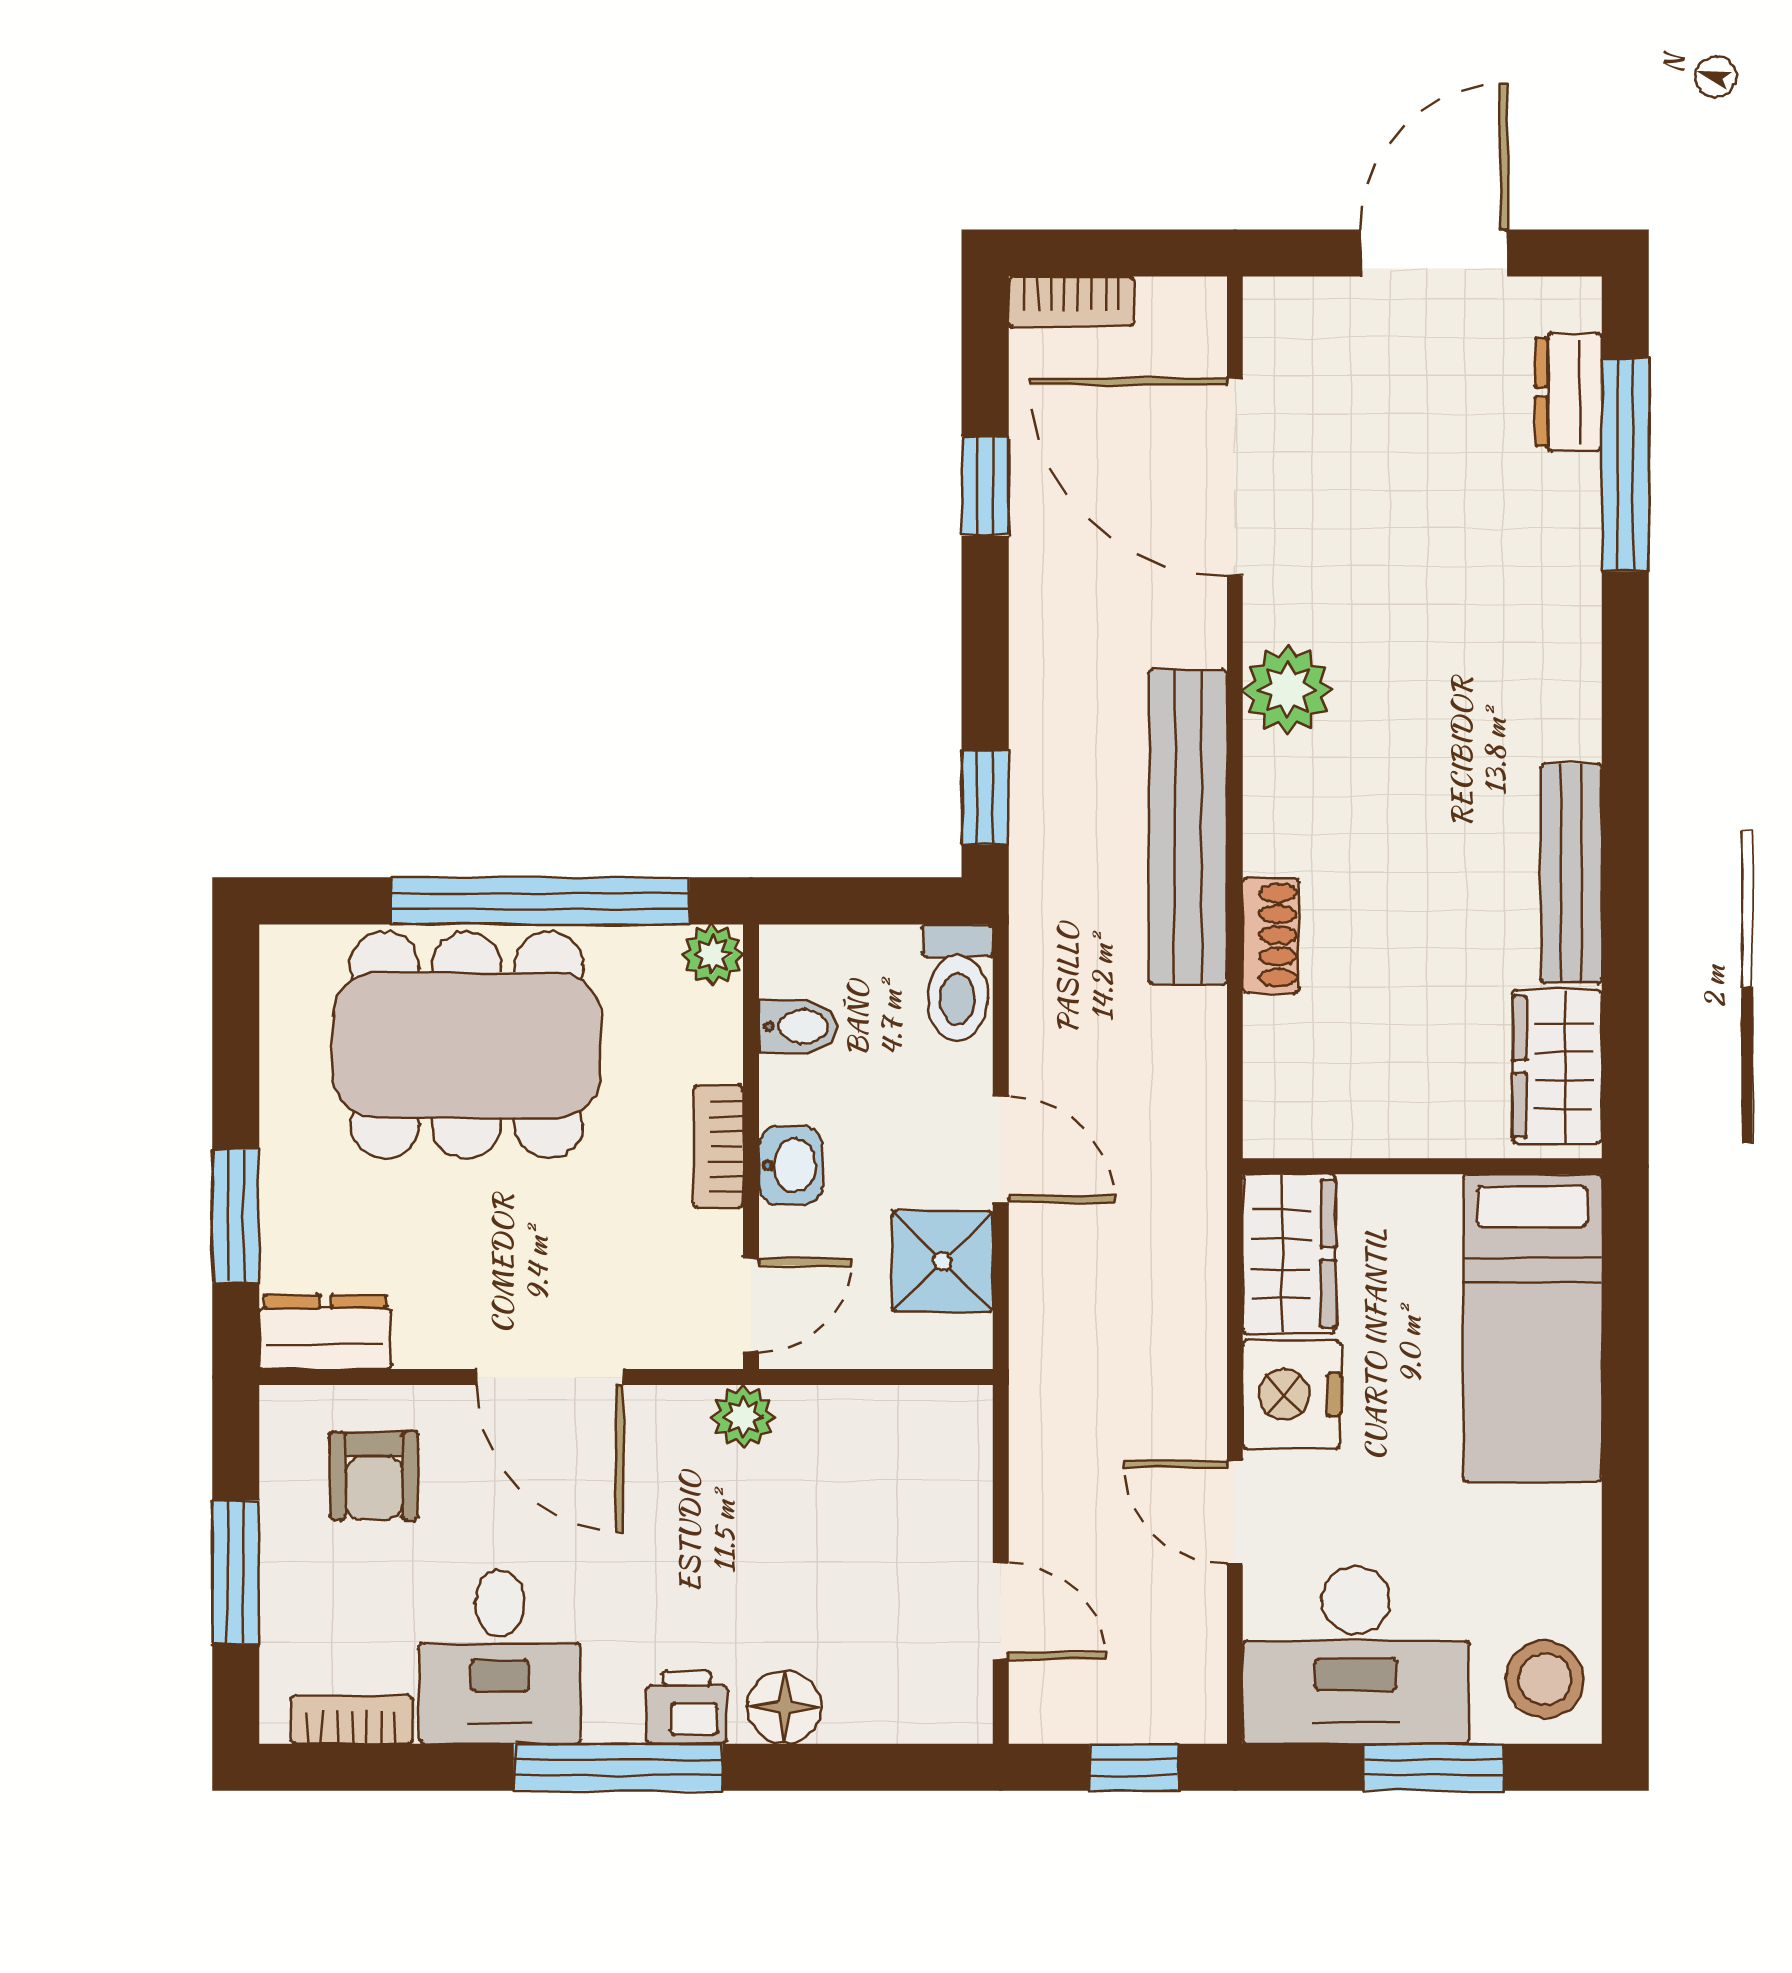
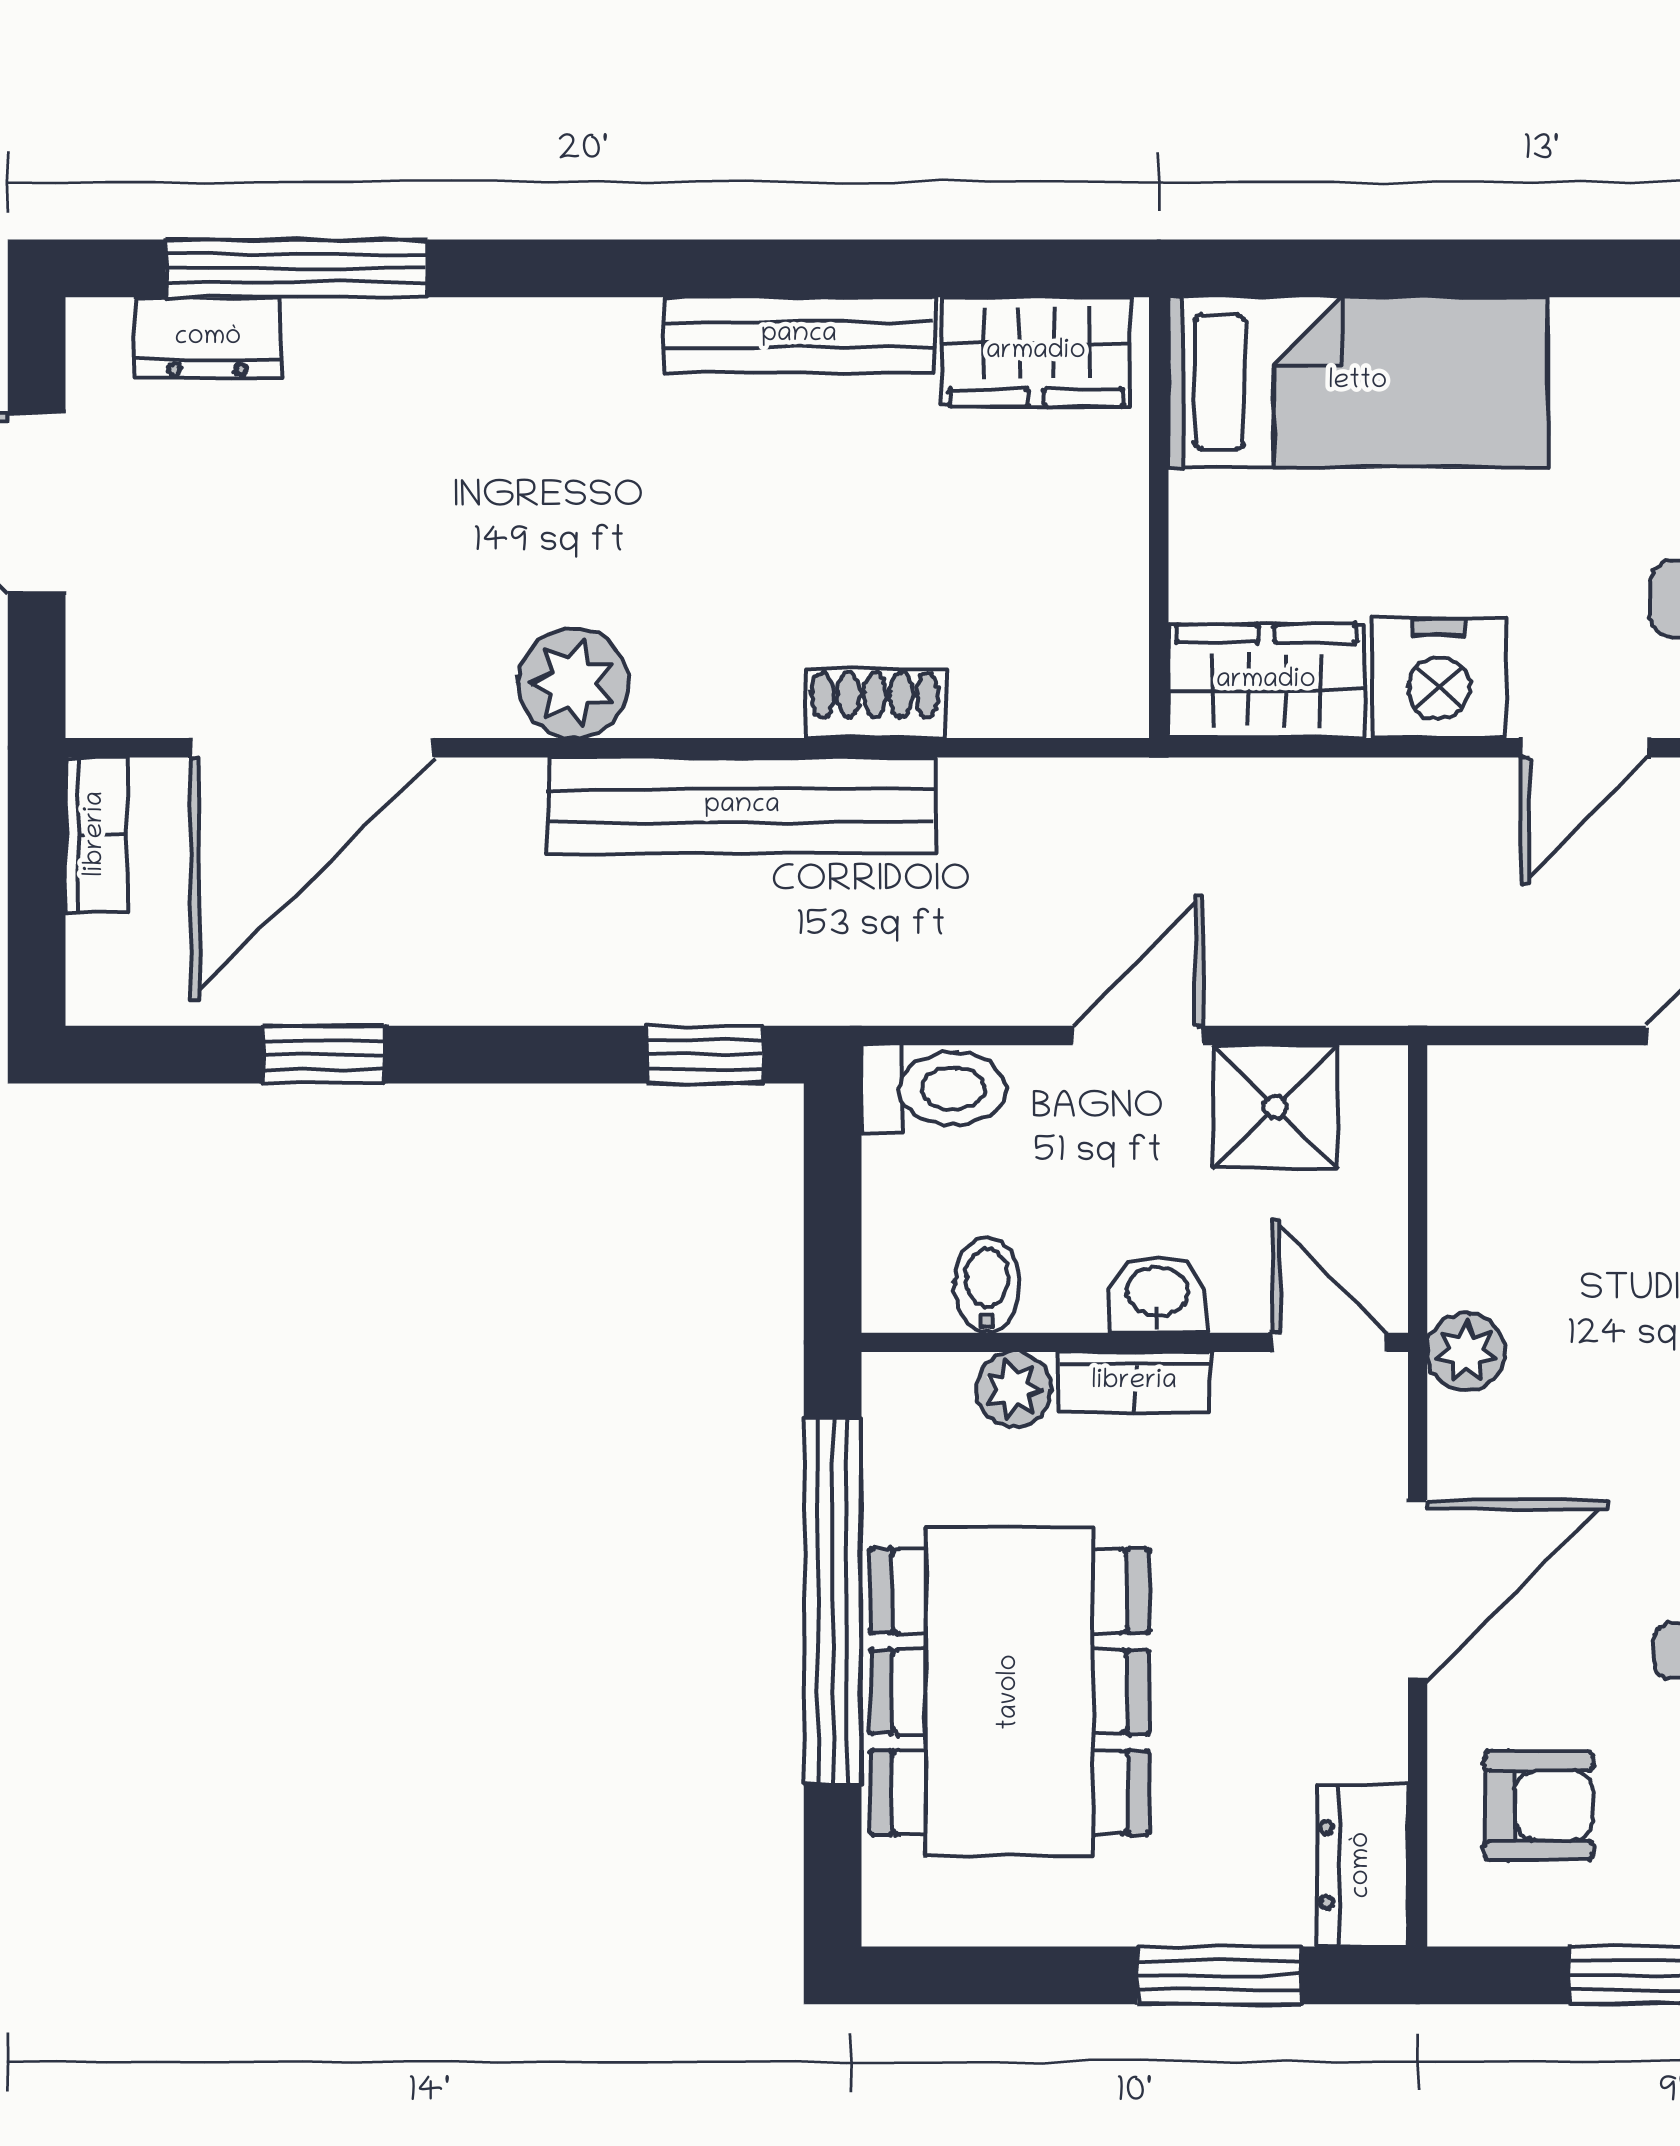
bookcase: (1071, 302) -> (96, 834), moved
plant: (713, 955) -> (1014, 1389), moved

